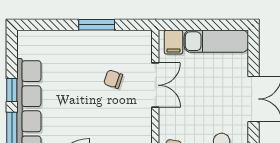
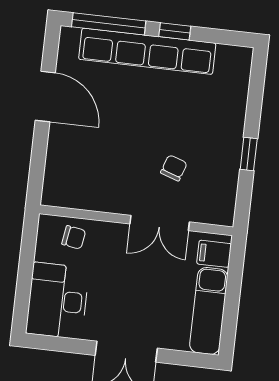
window: (97, 25) -> (249, 154), width x0.67

